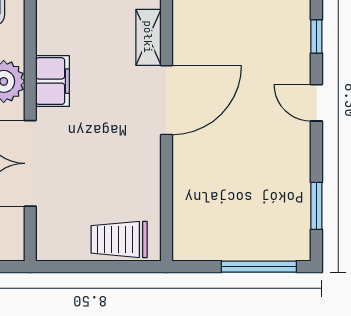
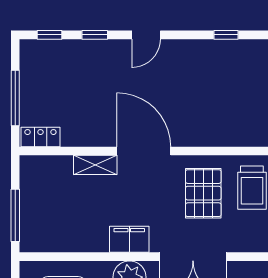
pallet: (112, 177) -> (203, 193), added
window: (316, 206) -> (226, 35), width x0.67

